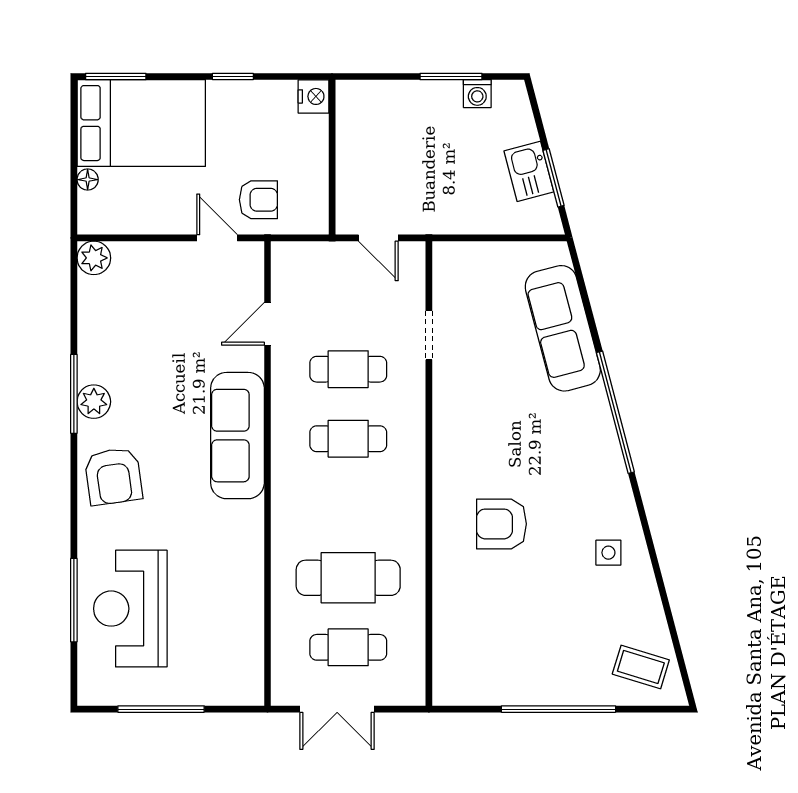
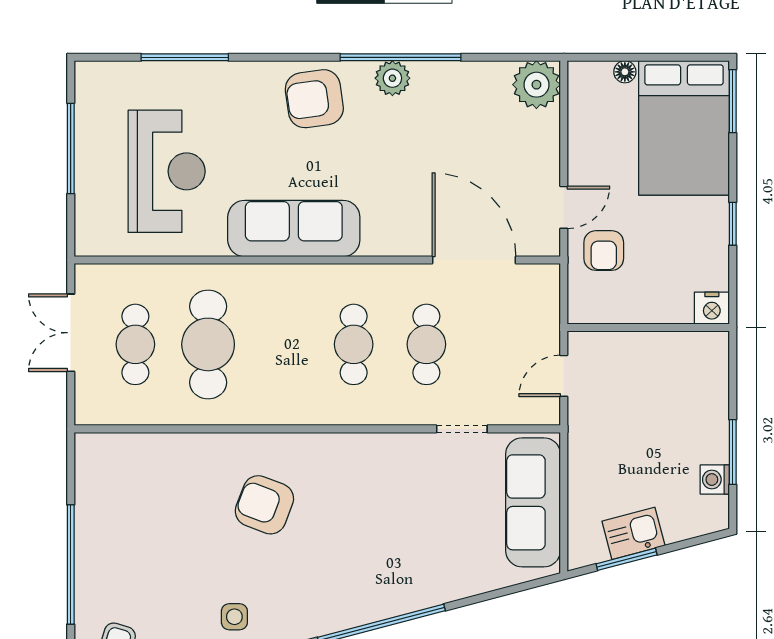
plant: (94, 258) -> (536, 85), width x1.36, depth x1.36
door: (268, 324) -> (474, 260), width x1.87
sofa: (563, 328) -> (533, 502), moved, turned -75
window: (74, 394) -> (401, 57), width x1.46
sofa: (237, 436) -> (294, 229), moved
armchair: (501, 524) -> (264, 505), turned -69
reception desk: (130, 609) -> (167, 171), moved, turned 90

